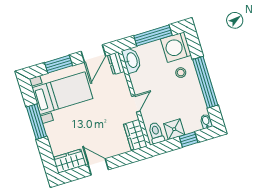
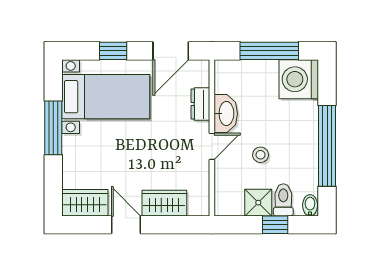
washbasin: (132, 60) -> (226, 114), moved
dresser: (116, 63) -> (200, 104), moved
window: (58, 64) -> (113, 51), width x0.67
stool: (181, 73) -> (261, 155), moved
toilet: (156, 133) -> (283, 200), moved
wardrobe: (135, 135) -> (164, 203), moved, turned 90

